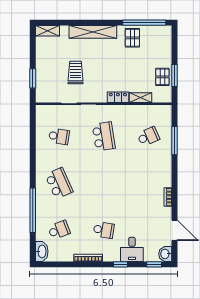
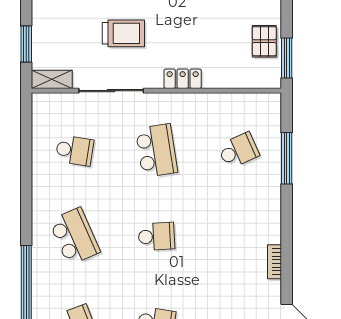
trolley: (76, 73) -> (123, 33), moved, turned 90
window: (175, 75) -> (287, 58), moved
shelving: (140, 98) -> (52, 79), moved
school desk: (104, 183) -> (156, 236), added

